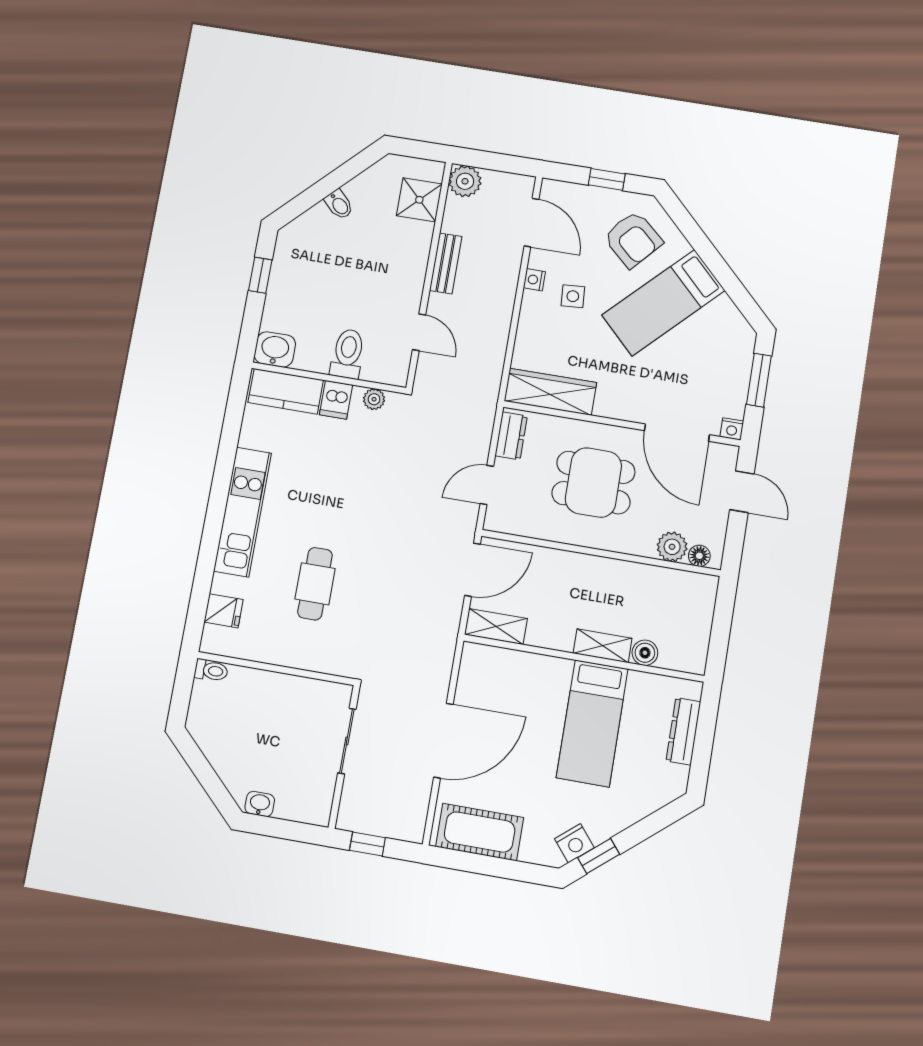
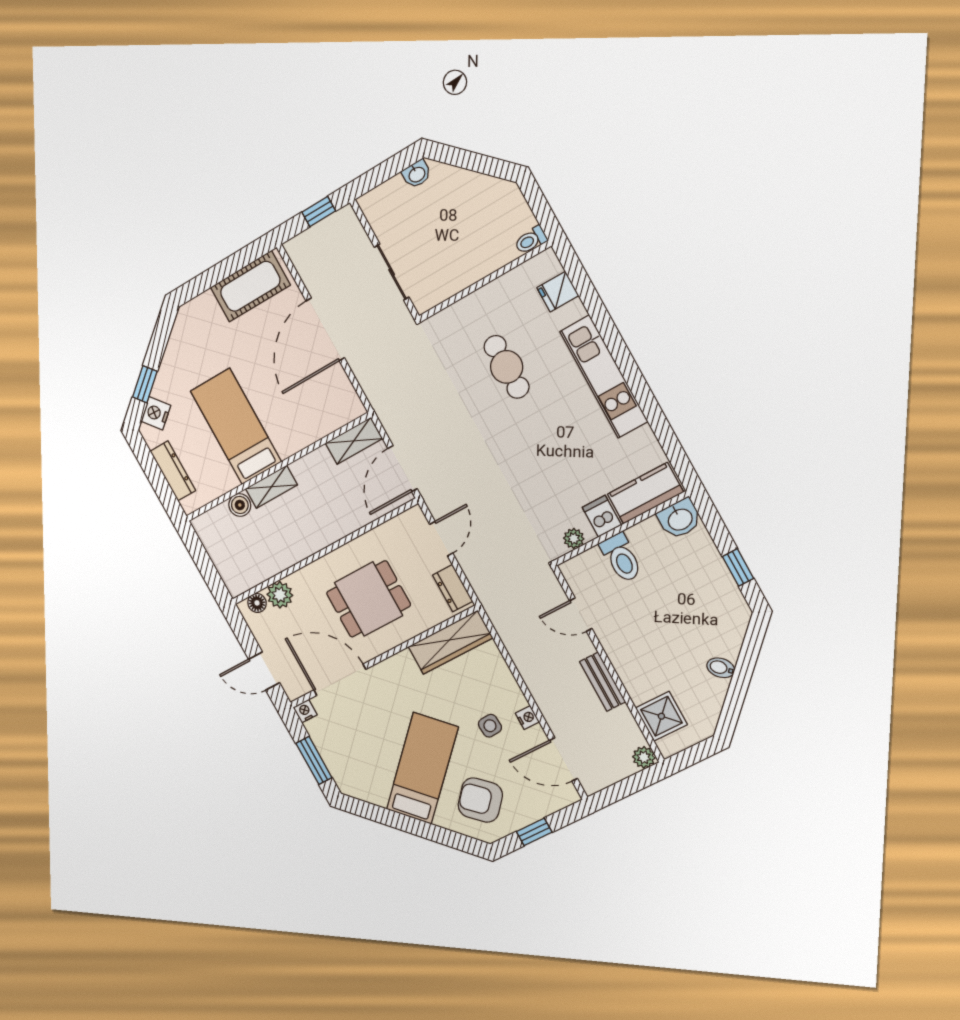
plant: (465, 181) -> (644, 757), width x0.73, depth x0.73
nightstand: (574, 843) -> (156, 413), moved
window: (599, 856) -> (145, 384), moved

